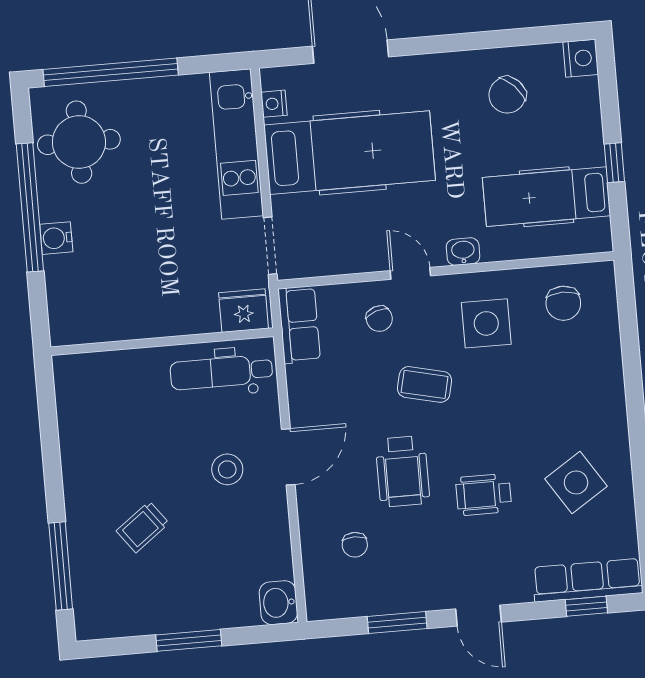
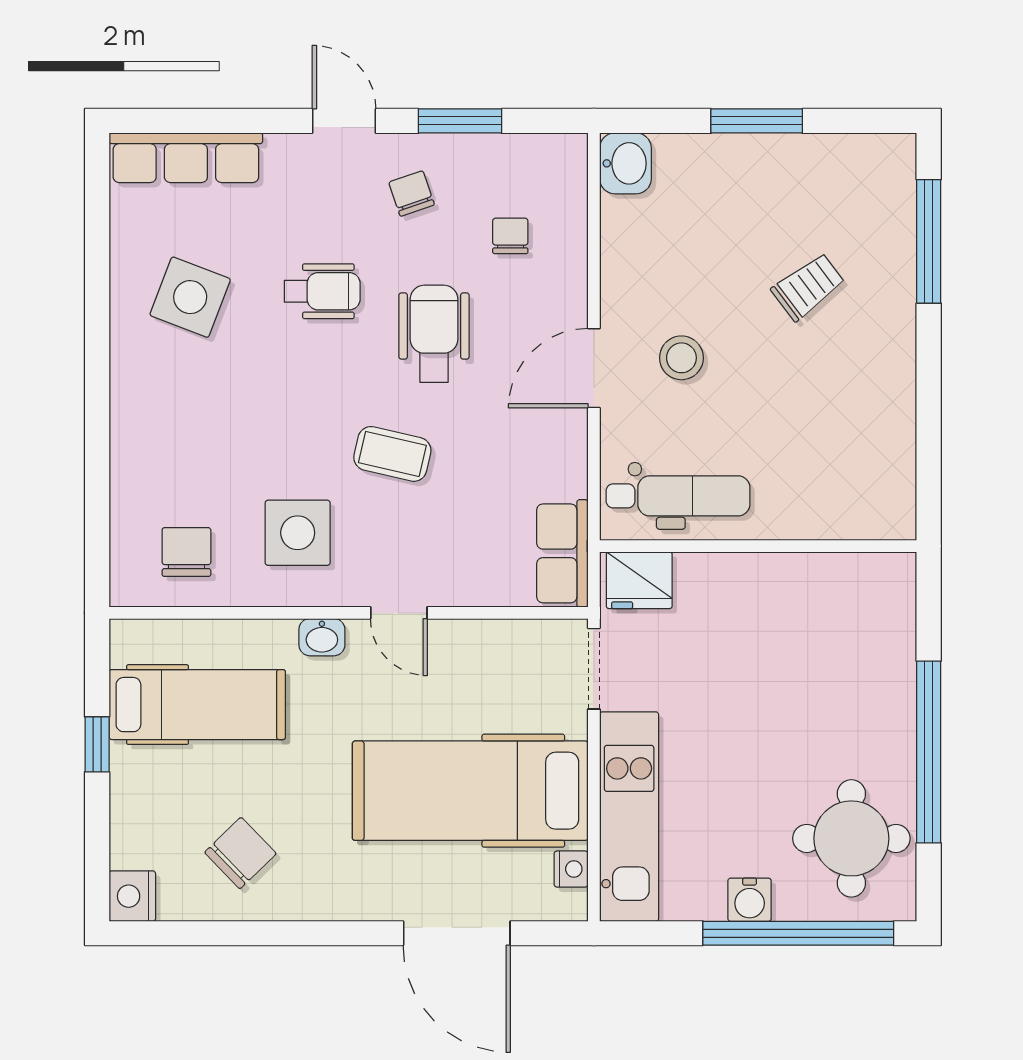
water cooler: (56, 238) -> (750, 900), moved, turned 90
chair: (379, 319) -> (412, 193), moved
side table: (576, 482) -> (190, 297), turned -36
window: (586, 606) -> (191, 121), removed

